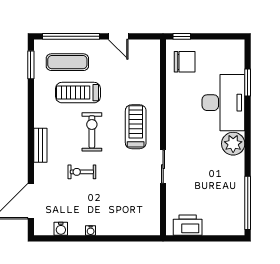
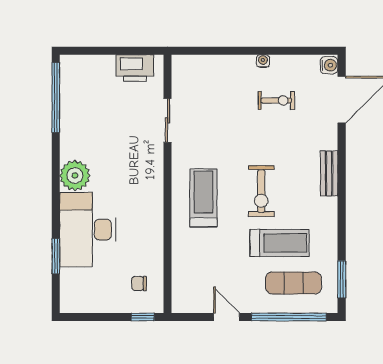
chair: (185, 62) -> (139, 284), width x0.54, depth x0.54
treadmill: (136, 127) -> (203, 198), turned 180
sliding door: (163, 167) -> (167, 120), moved
exercise bike: (82, 172) -> (276, 100), moved
water cooler: (61, 229) -> (329, 65), moved, turned 90

